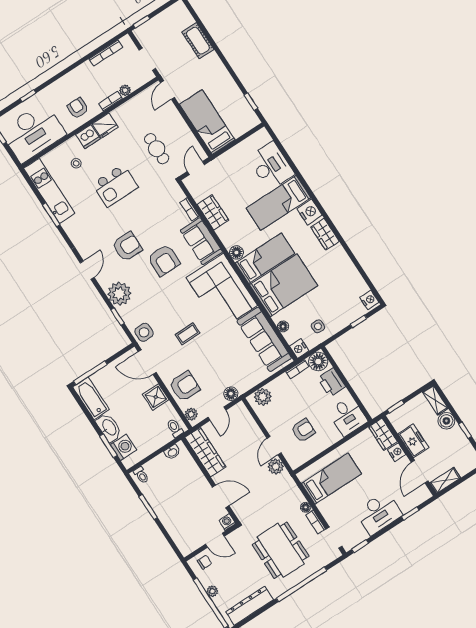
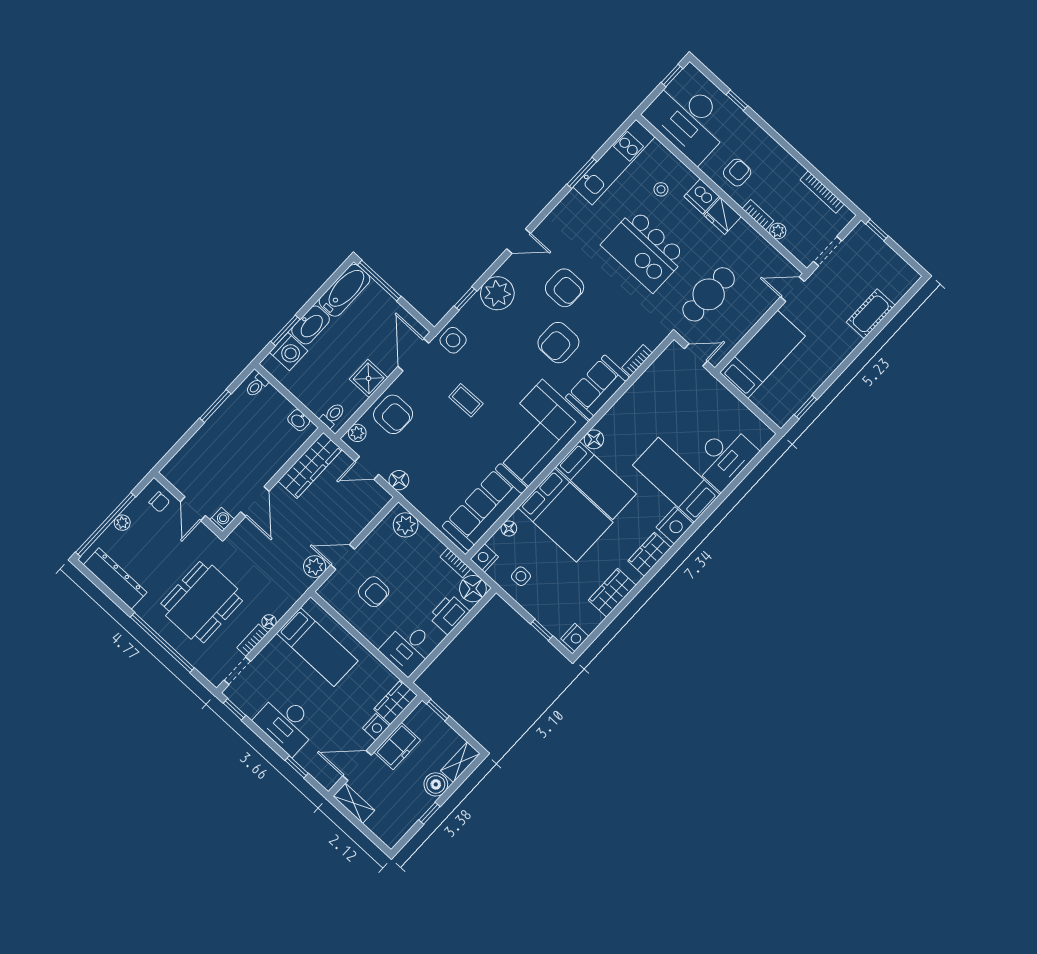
cafe table: (157, 149) -> (709, 294), width x1.37, depth x1.35
kitchen island: (115, 186) -> (644, 250), width x1.37, depth x1.28
wardrobe: (213, 212) -> (612, 593), moved, turned 180

